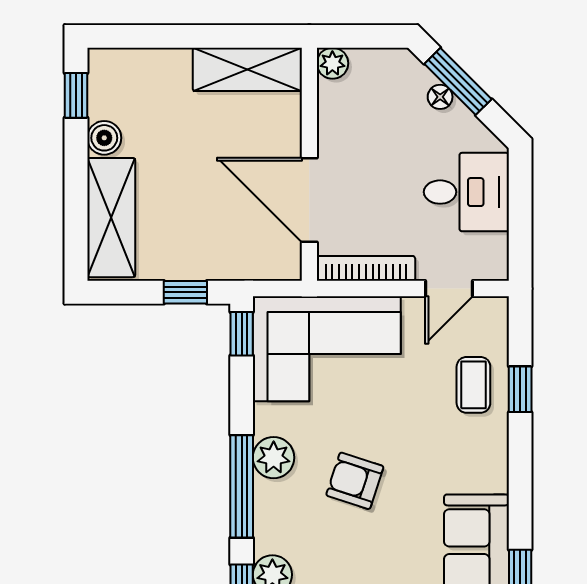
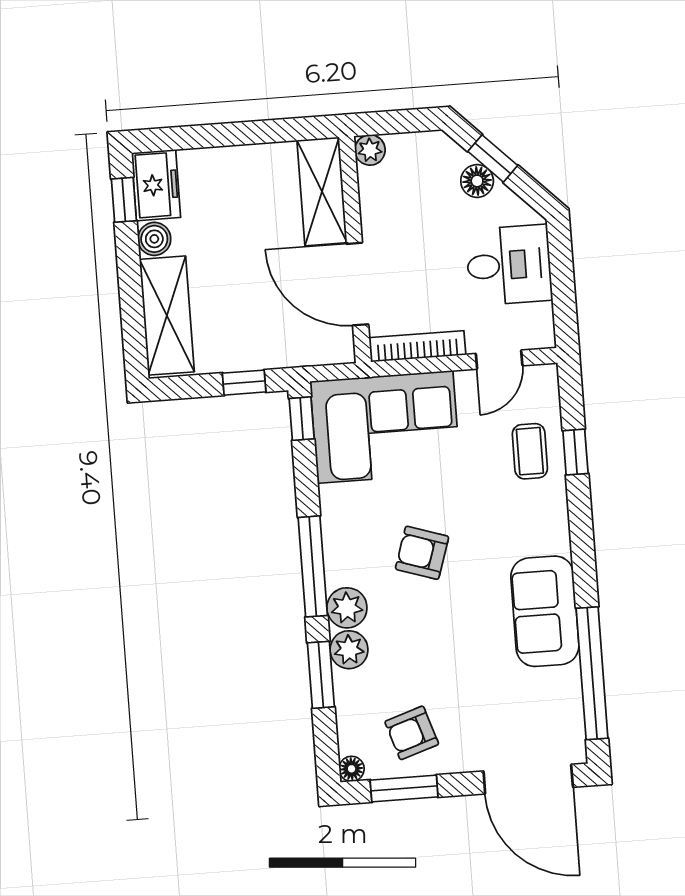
shelving: (247, 69) -> (322, 191), moved, turned 90
window: (458, 81) -> (493, 158), width x0.67
freezer: (110, 83) -> (156, 185), added
floor lamp: (440, 97) -> (477, 181), width x1.37, depth x1.37
plant: (274, 458) -> (347, 608), moved

